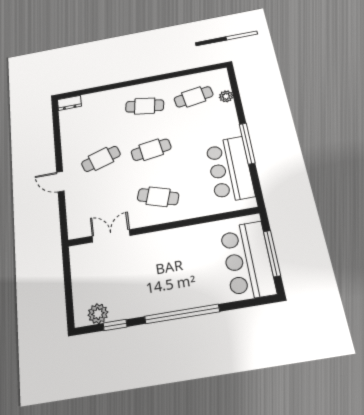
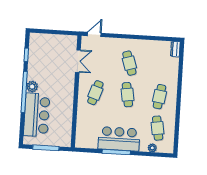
bar counter: (230, 169) -> (119, 139), moved
door: (60, 182) -> (94, 34), moved
bar counter: (248, 260) -> (37, 115), moved, turned 90
plant: (98, 314) -> (32, 87), moved

